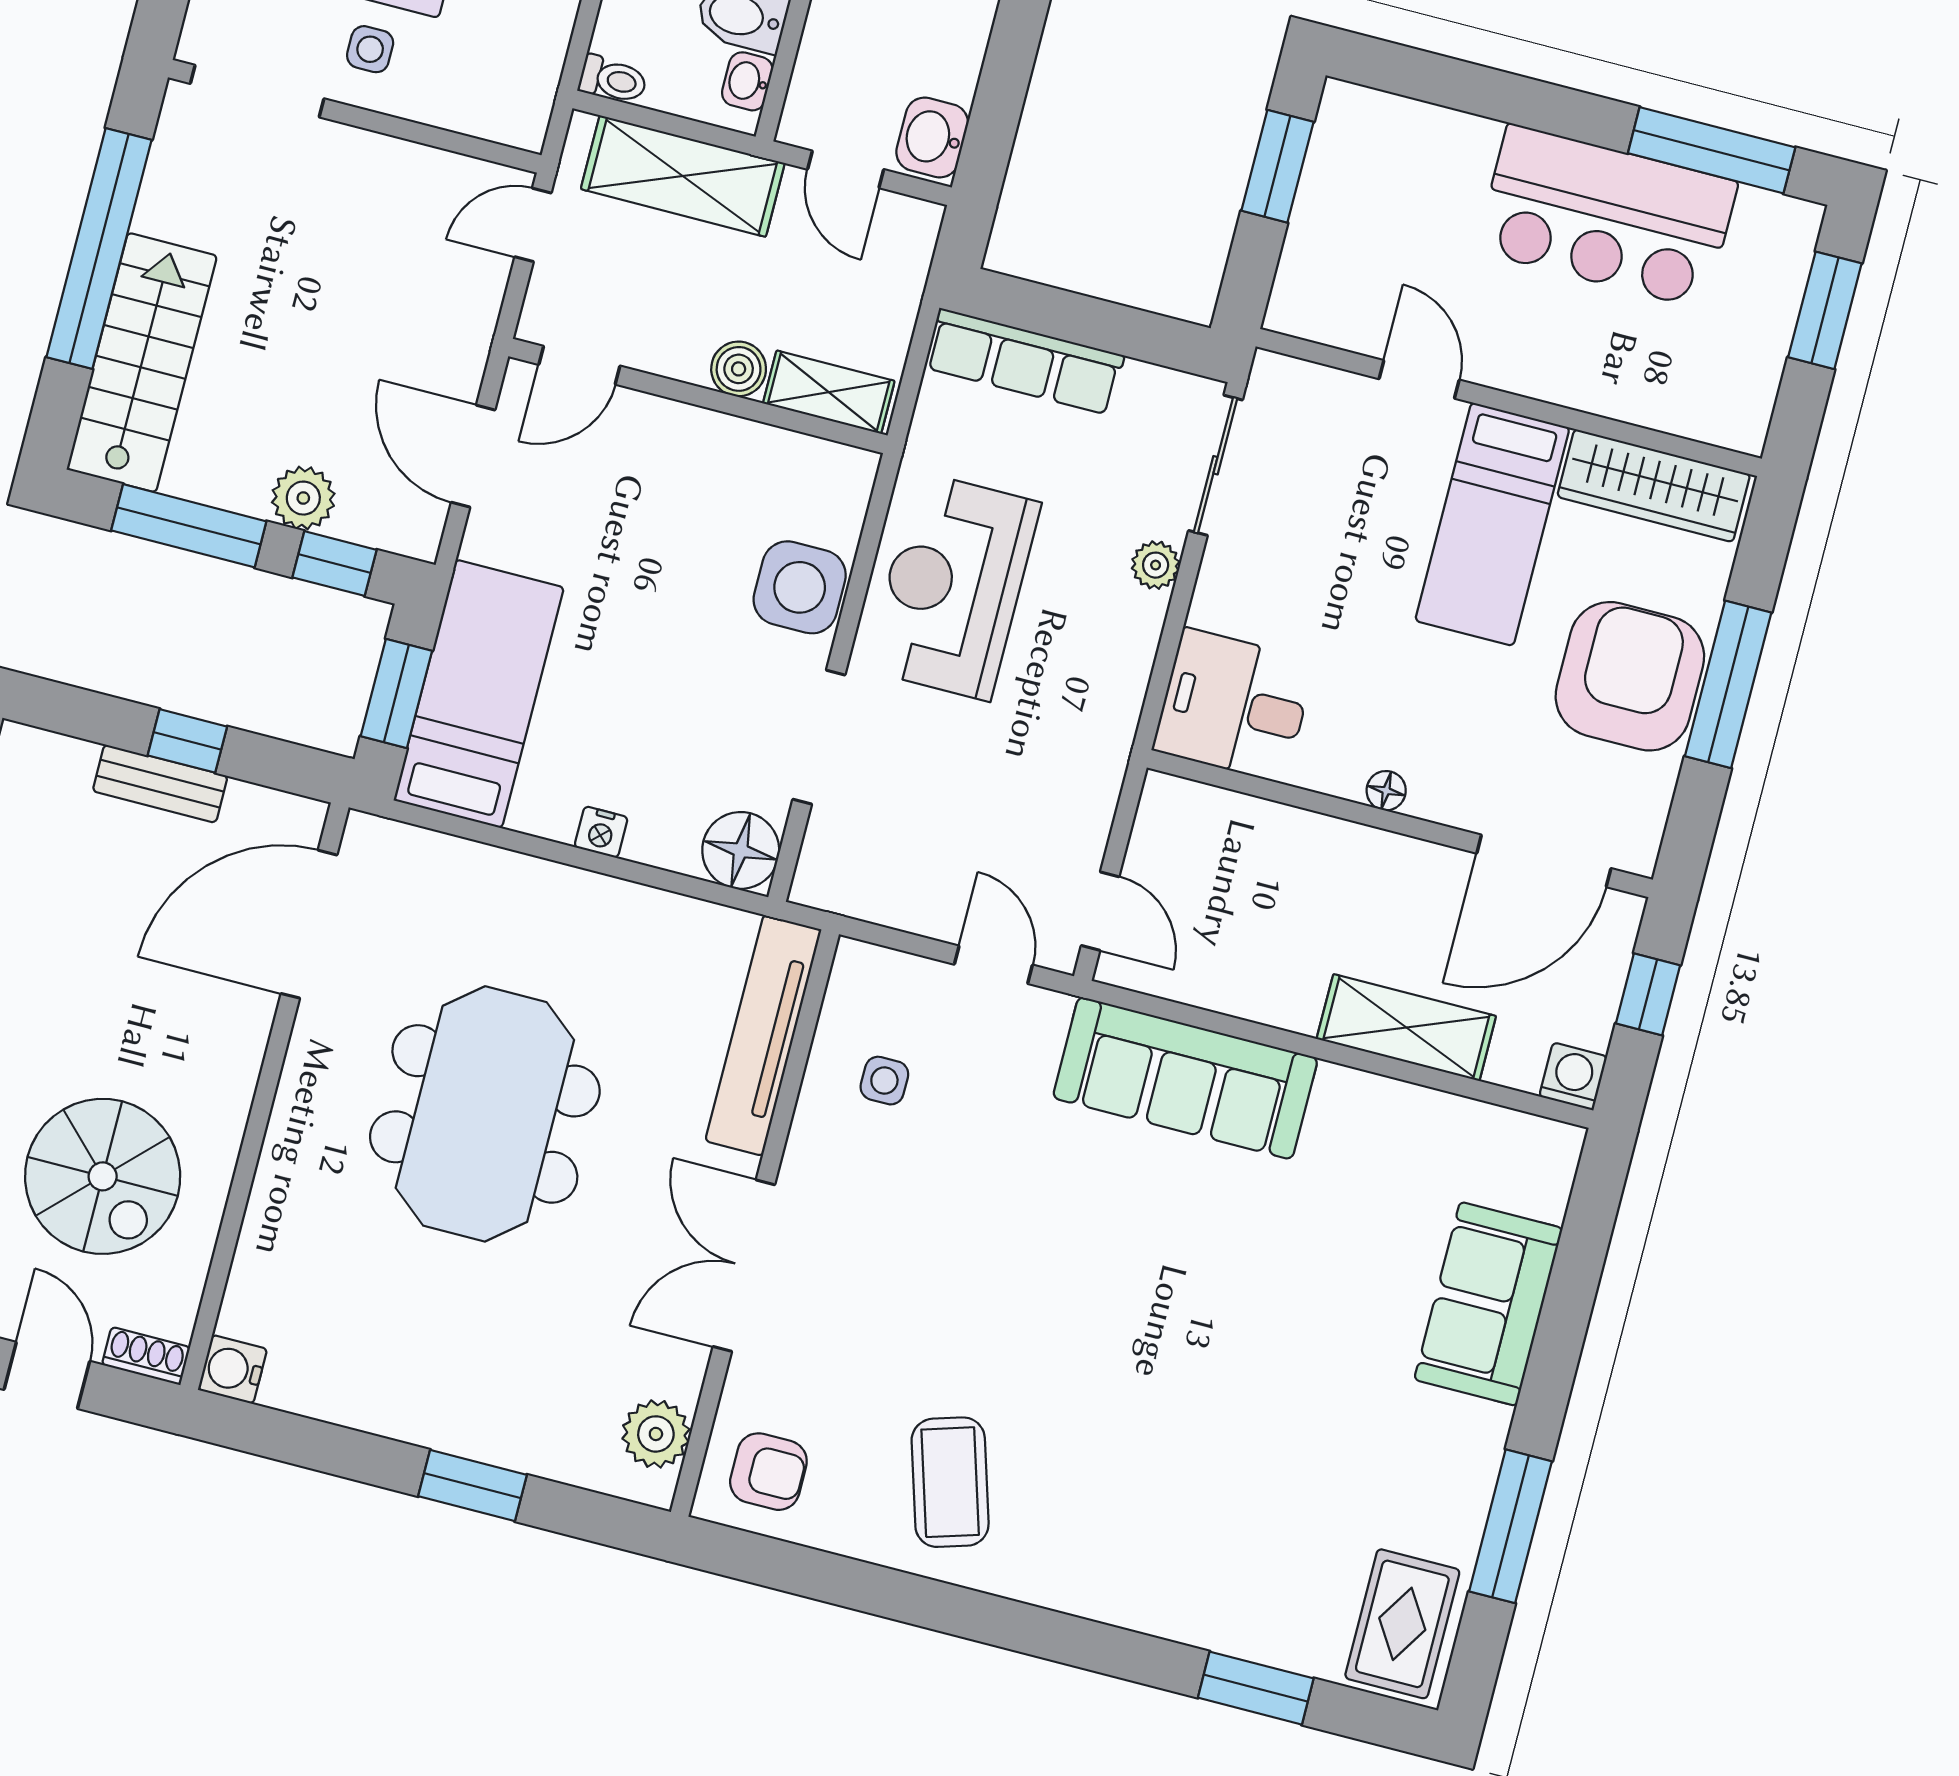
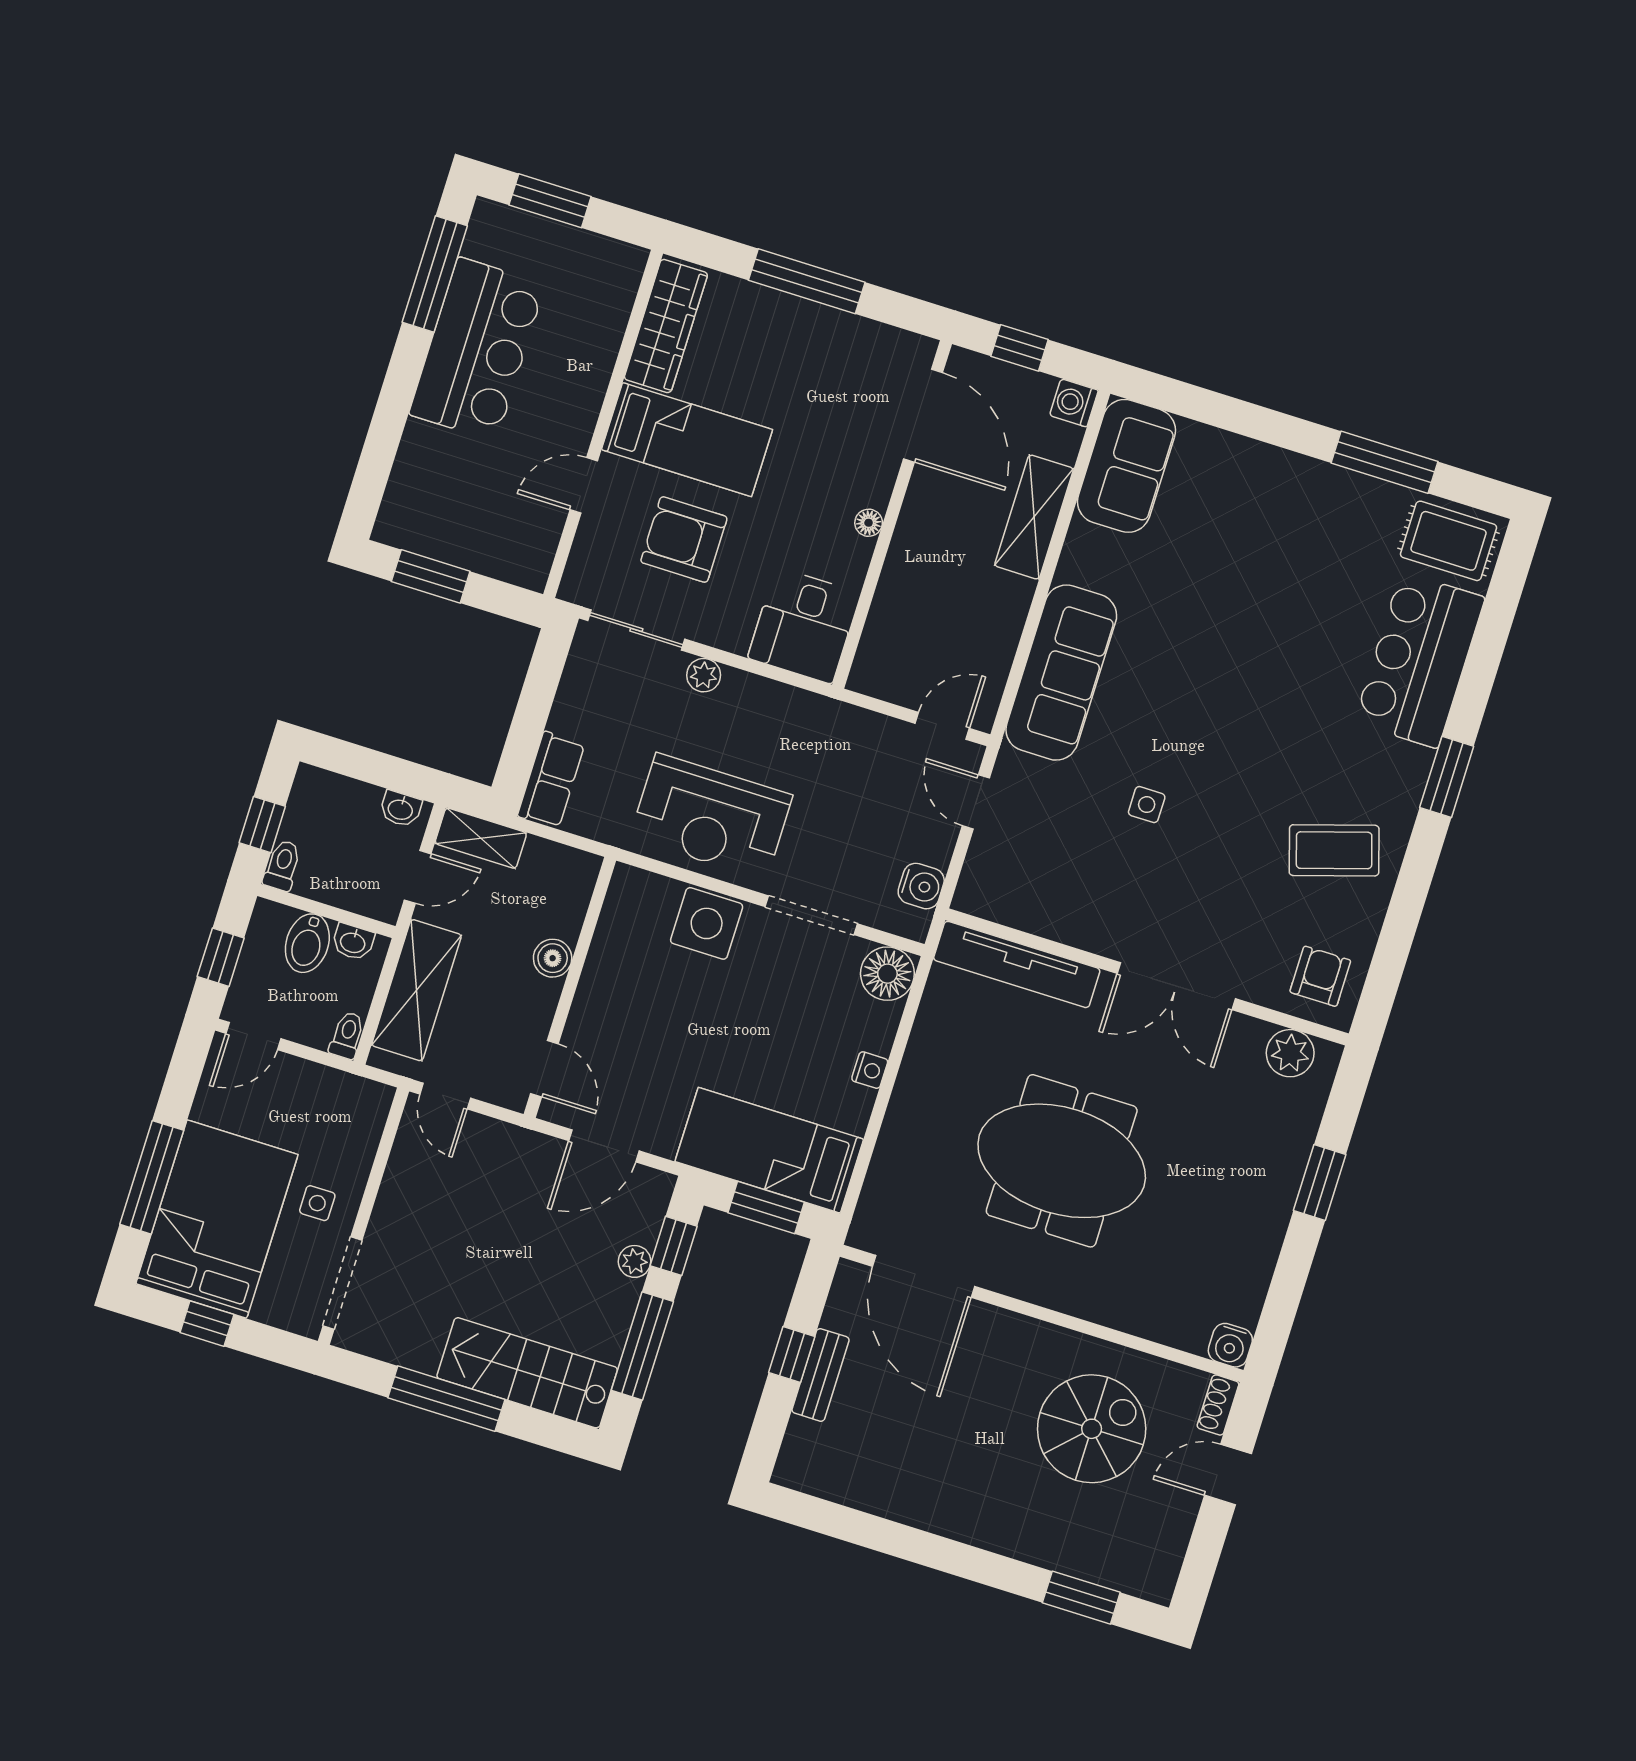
washbasin: (932, 137) -> (401, 809), width x0.72, depth x0.69
window: (99, 249) -> (446, 1399), width x0.68
row of seats: (1024, 362) -> (551, 780), width x0.68
shelving: (829, 392) -> (481, 838), moved, turned 90
plant: (303, 498) -> (635, 1261), width x0.73, depth x0.73
armchair: (1630, 676) -> (684, 540), moved, width x0.73, depth x0.73
water cooler: (869, 892) -> (921, 886), added
door: (993, 965) -> (976, 802), hinge flipped
side table: (884, 1081) -> (1147, 805), moved
sofa: (1488, 1304) -> (1126, 466), moved, turned -90
bar counter: (1229, 1591) -> (1419, 660), added
window: (1256, 1688) -> (1447, 777), moved

